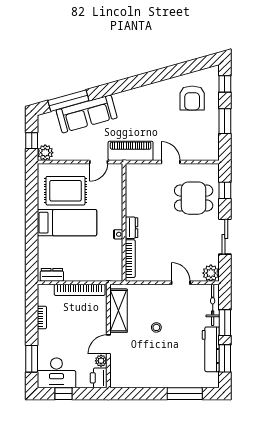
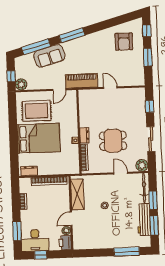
window: (119, 86) -> (72, 35), added
sofa: (87, 114) -> (49, 56), width x0.73
dining table: (194, 198) -> (113, 141), moved
bed: (67, 223) -> (39, 138), width x1.50

